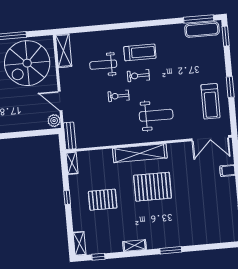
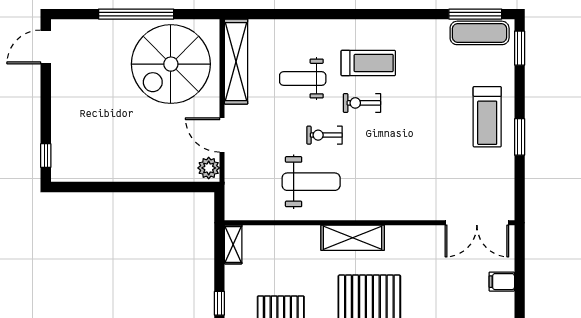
shelving: (64, 51) -> (236, 62), width x1.47
treadmill: (210, 101) -> (487, 117), moved
weight bench: (156, 115) -> (311, 182), moved
bench: (70, 136) -> (233, 197), removed
shelving: (140, 153) -> (353, 238), width x0.68

